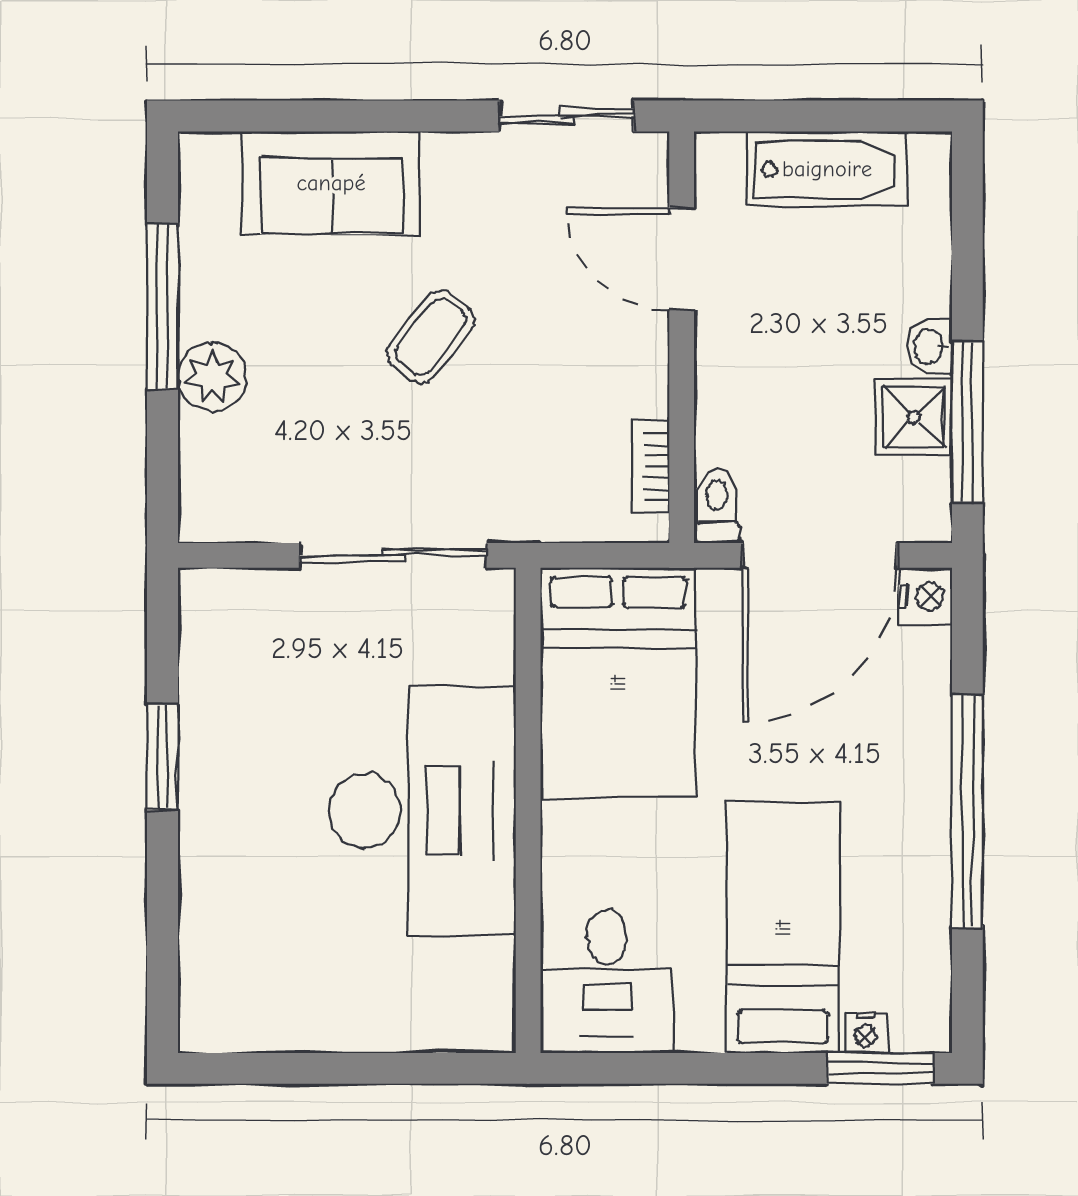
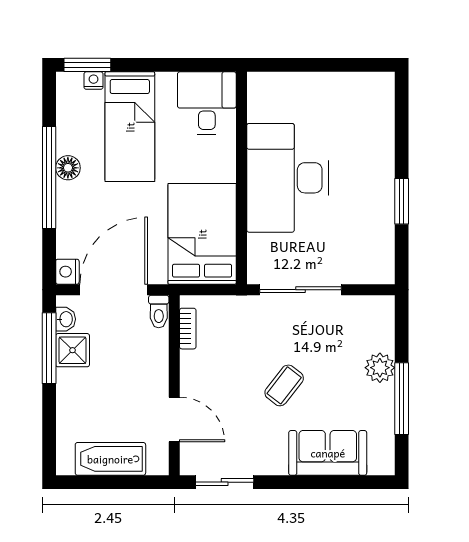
washbasin: (930, 346) -> (66, 319), moved
floor lamp: (924, 834) -> (68, 168), added

